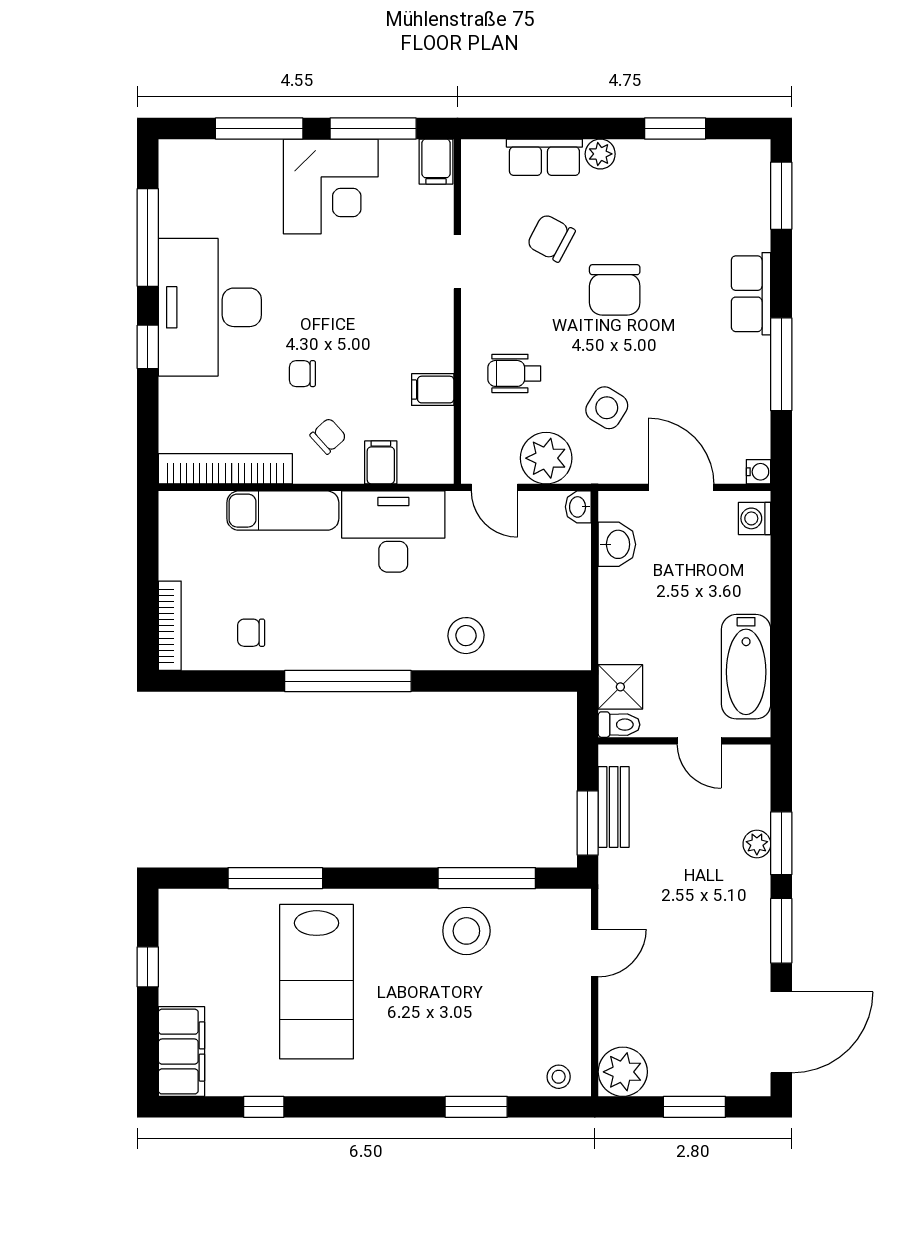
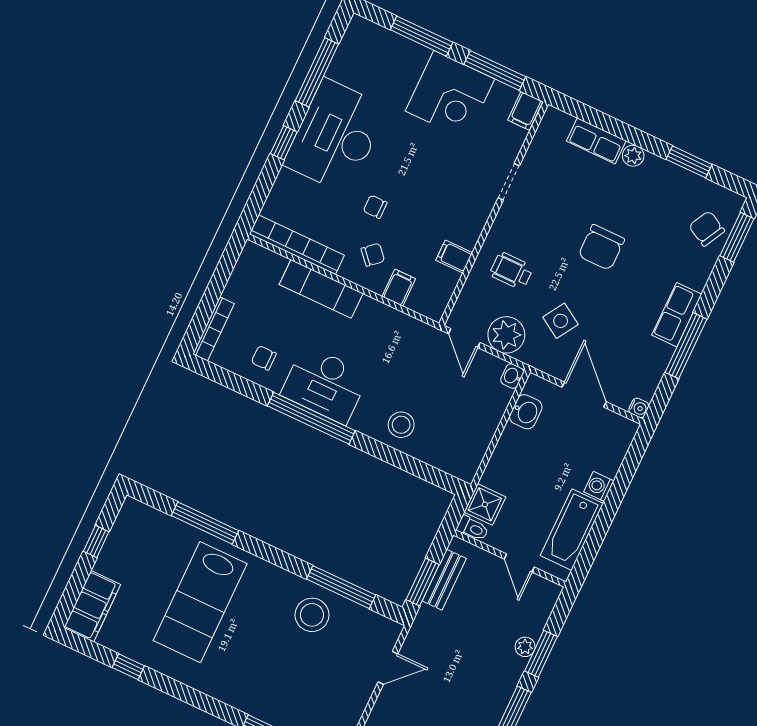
chair: (551, 238) -> (707, 229), moved
row of seats: (751, 294) -> (677, 315), moved
washing machine: (755, 518) -> (599, 486), moved
desk: (393, 532) -> (325, 384), moved, turned 180

